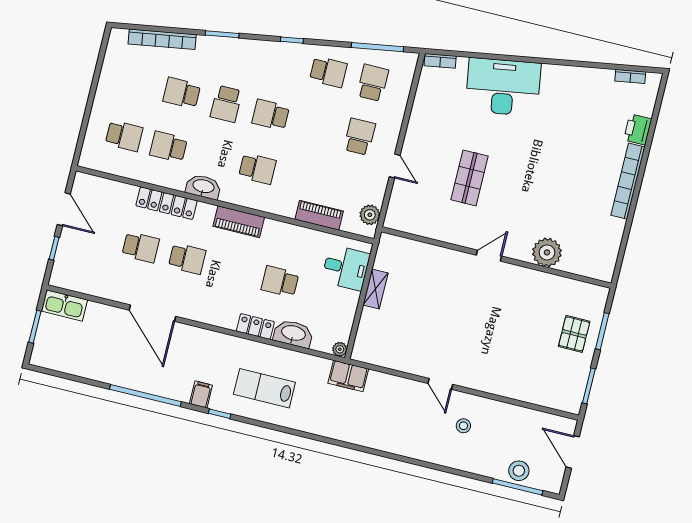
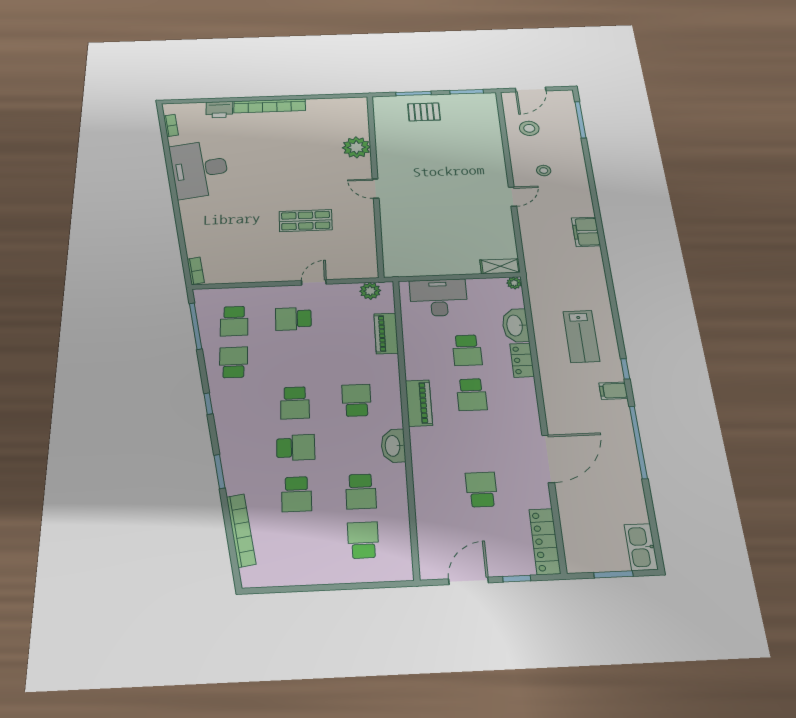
school desk: (373, 83) -> (234, 321), turned -90
desk: (503, 87) -> (200, 169), moved
locker: (166, 203) -> (545, 541), moved, turned 180
school desk: (187, 259) -> (472, 395), moved, turned 180
desk: (346, 268) -> (439, 298), width x1.37
shelving: (375, 289) -> (500, 266), moved
kitchen sink: (64, 305) -> (641, 547), moved, turned 180
filing cabinet: (348, 376) -> (586, 232), moved, turned 180
stool: (519, 471) -> (529, 128), moved

